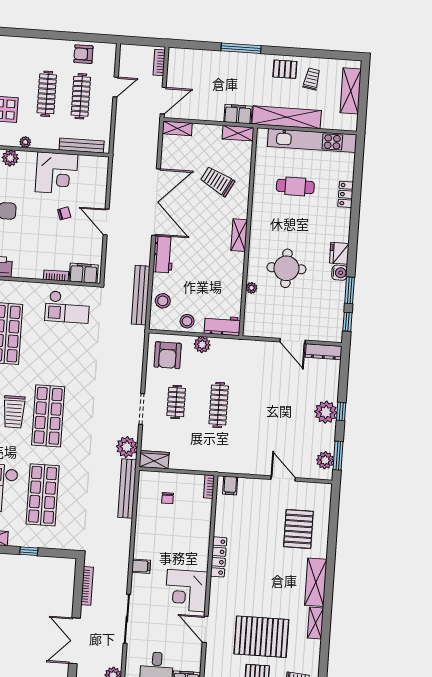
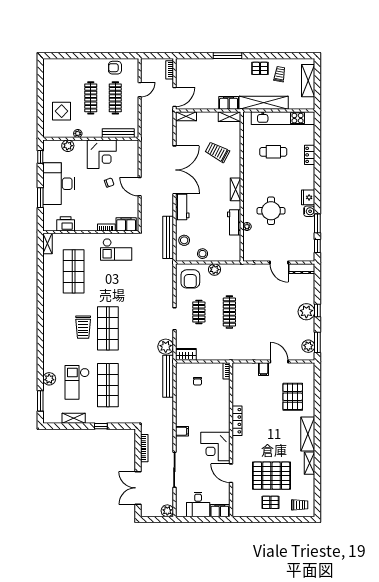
workbench: (222, 325) -> (234, 222), moved, turned -90
filing cabinet: (230, 486) -> (263, 369), moved

